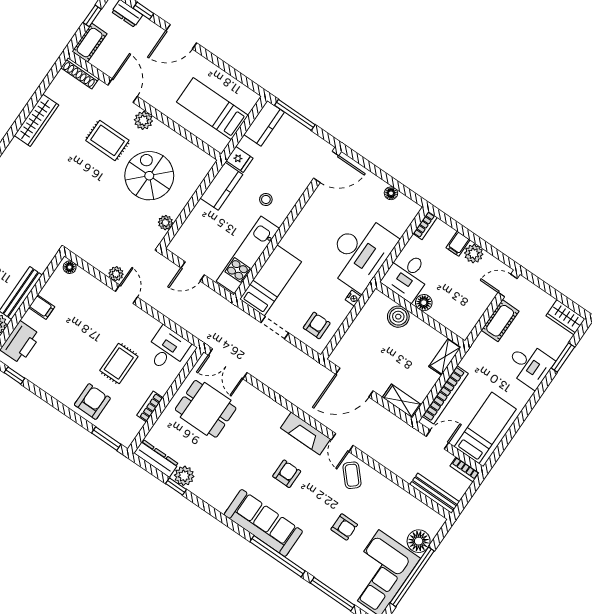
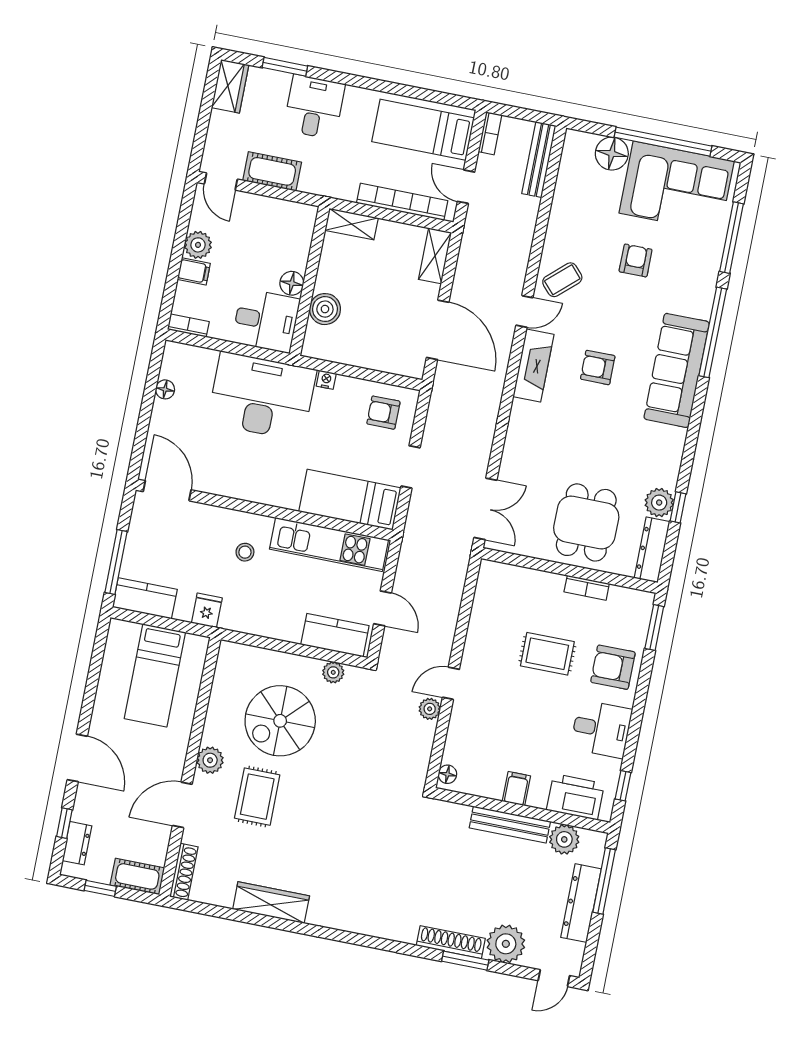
kitchen counter: (221, 186) -> (335, 635), moved
desk: (167, 349) -> (601, 729), moved, turned 180
dining table: (206, 409) -> (586, 522), moved

